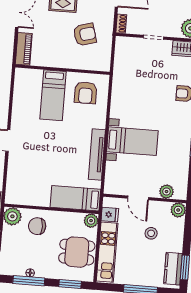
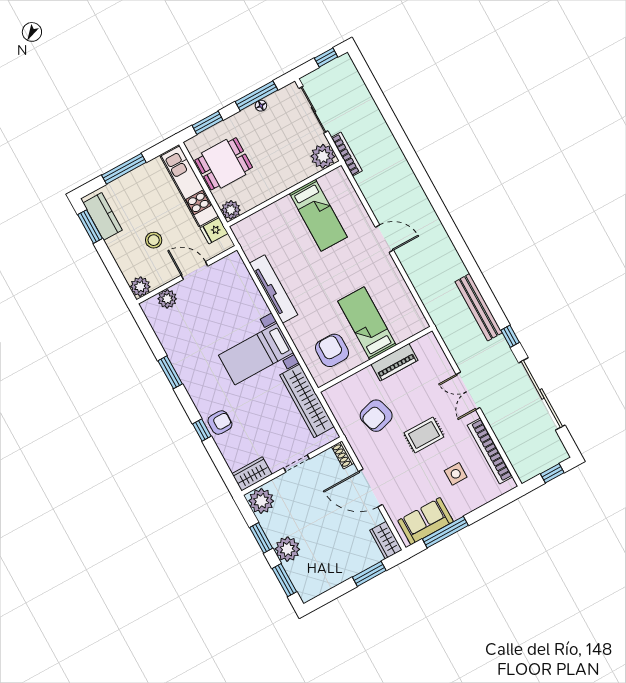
piano: (24, 49) -> (394, 362), moved, turned -90
wardrobe: (122, 72) -> (307, 401), added
bed with nightstands: (132, 141) -> (256, 354), moved
bed: (75, 198) -> (318, 215), moved, turned 90
chair: (37, 226) -> (288, 164), removed

